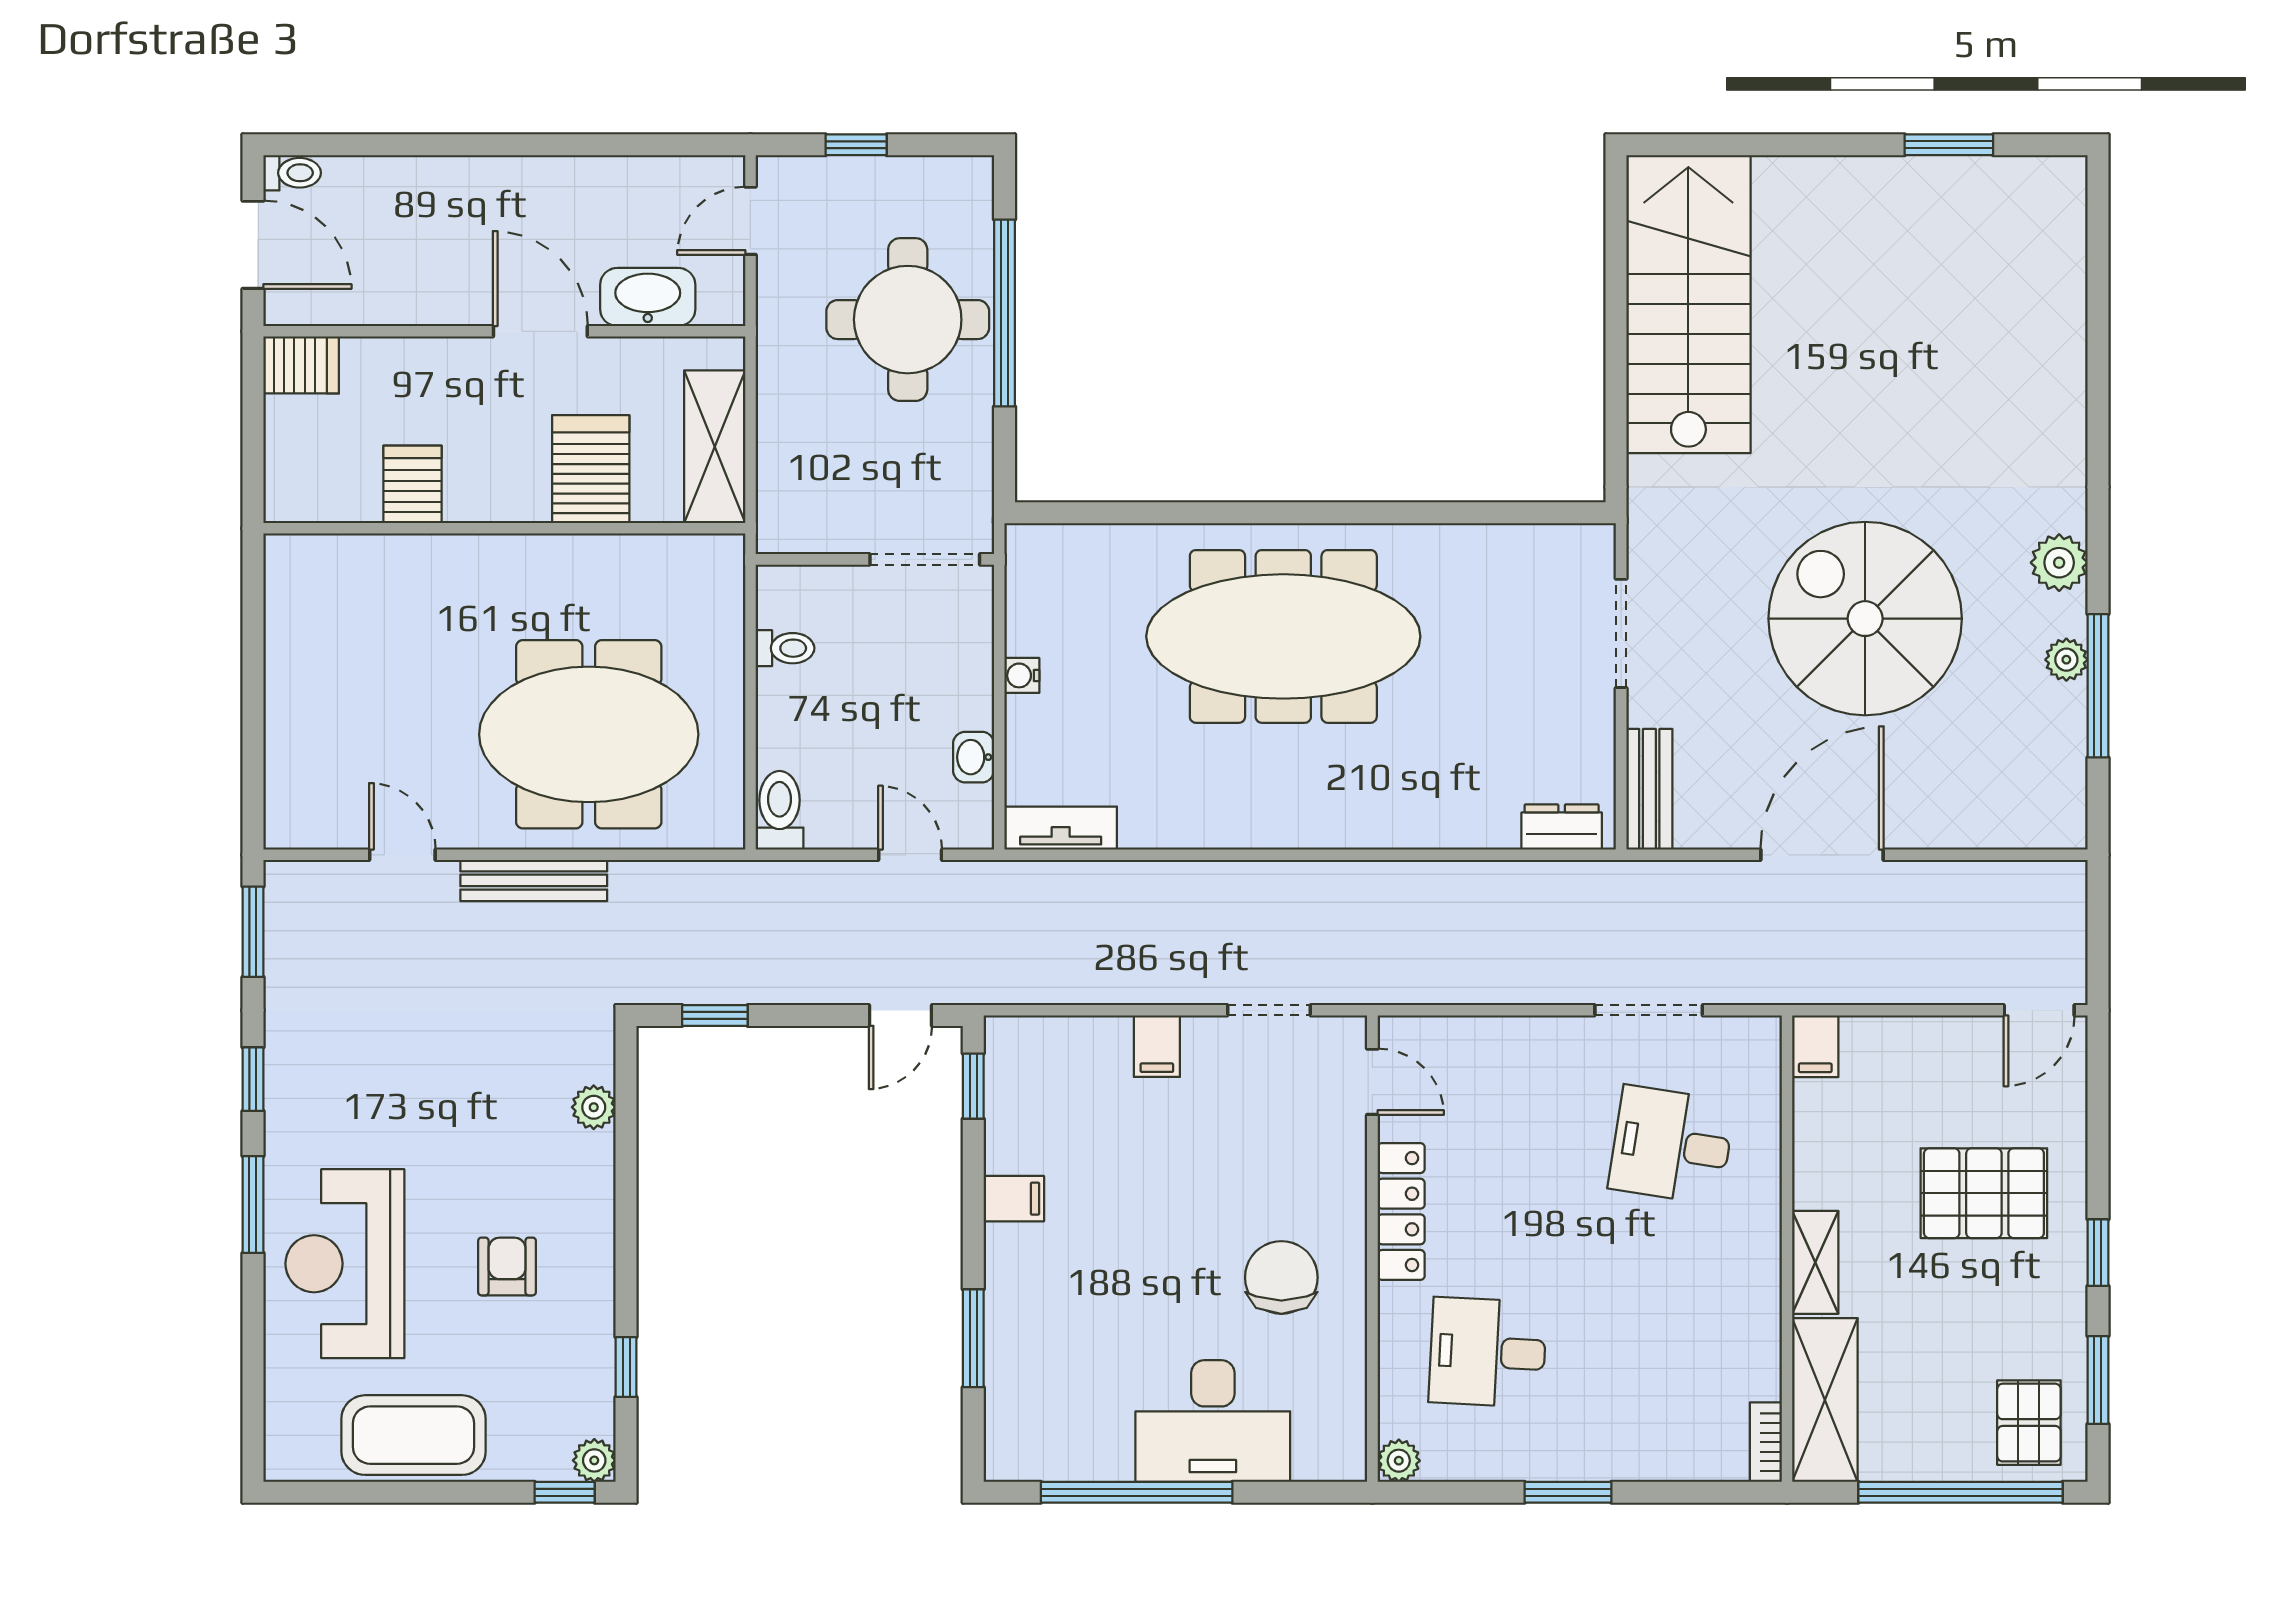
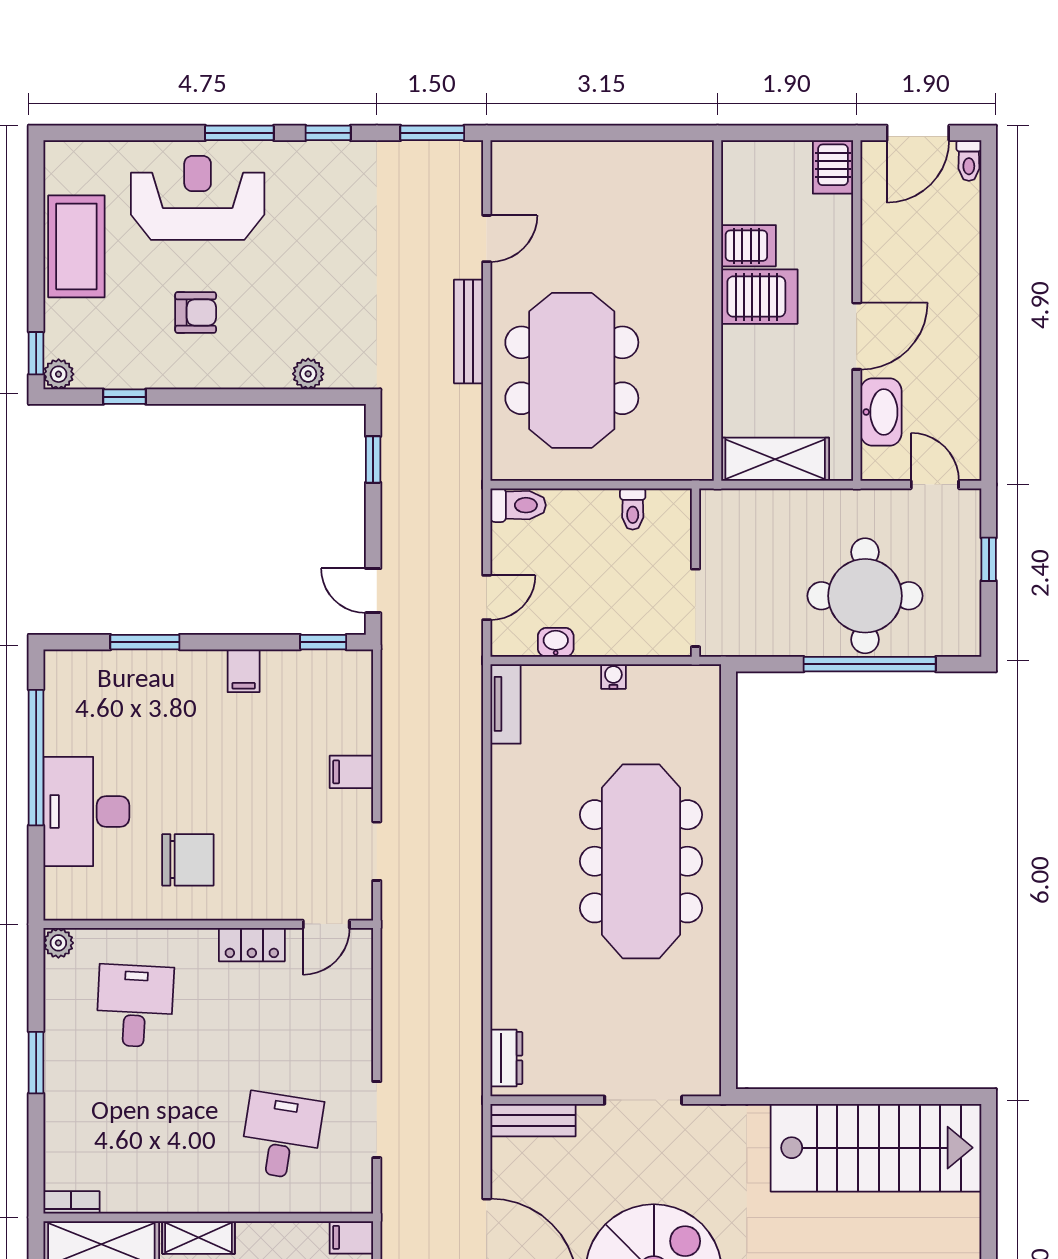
server rack: (591, 469) -> (759, 297), moved
locker: (1401, 1212) -> (252, 945), width x0.66

